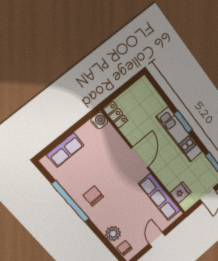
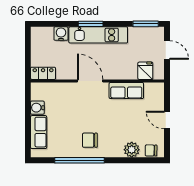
water cooler: (158, 104) -> (61, 34), added
water cooler: (99, 121) -> (37, 108), moved, turned -90
row of seats: (160, 197) -> (126, 91), width x0.68

